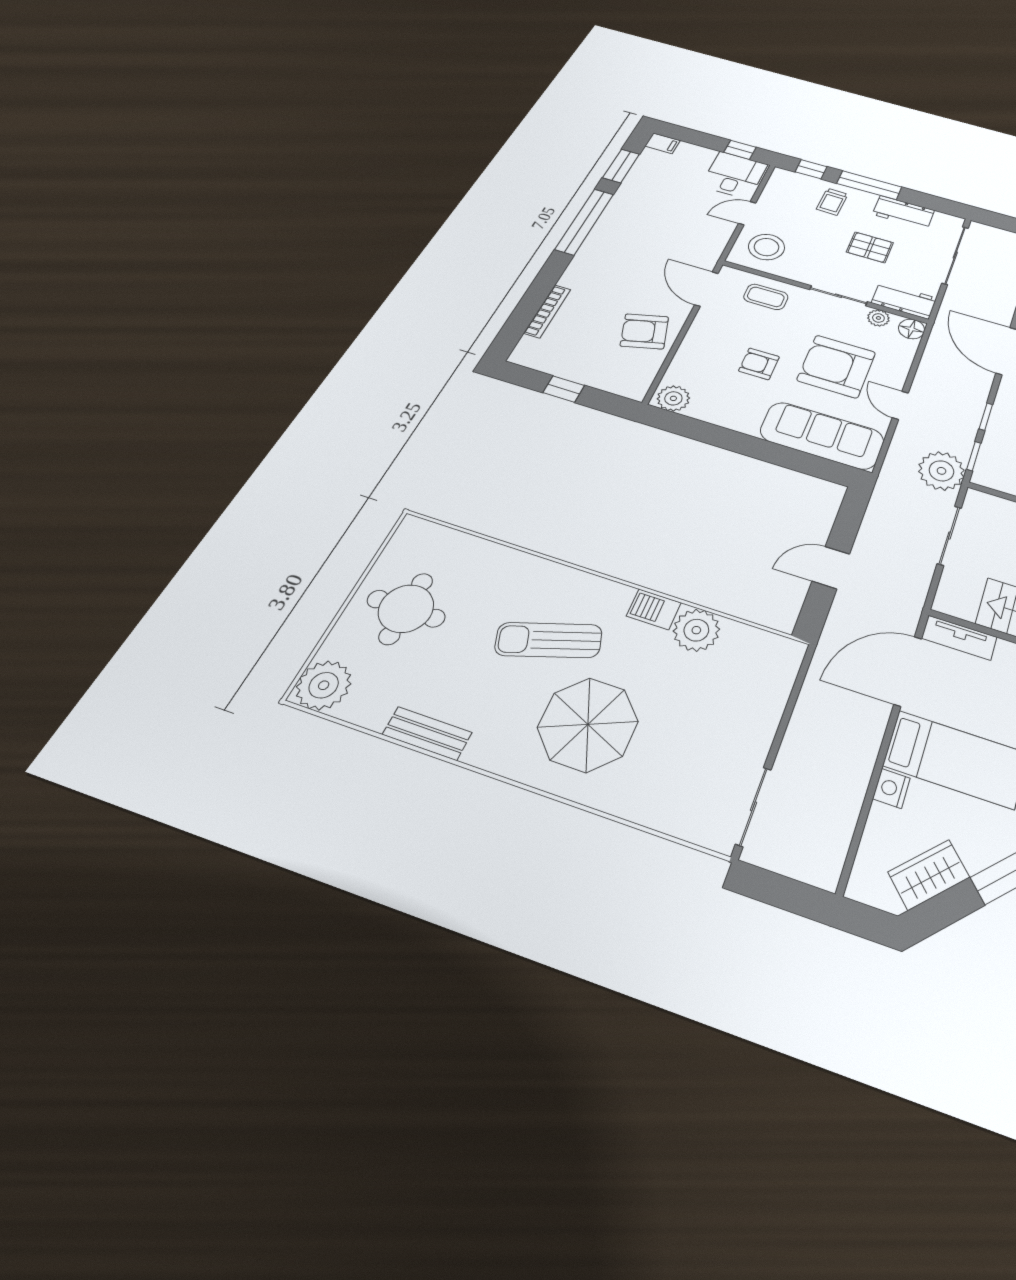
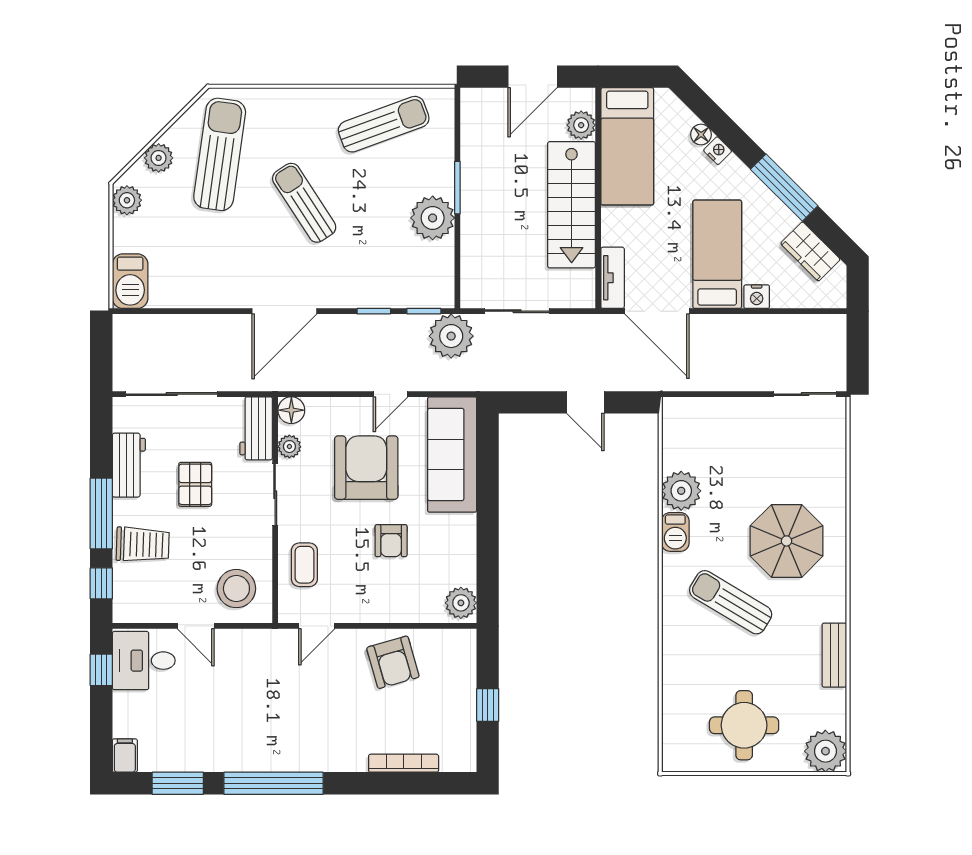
trolley: (832, 202) -> (143, 544), width x1.36, depth x1.39
door: (706, 289) -> (317, 626), width x0.73
armchair: (836, 366) -> (366, 468), turned 180
sun lounger: (549, 640) -> (731, 602), turned 139

